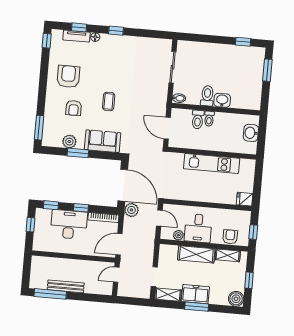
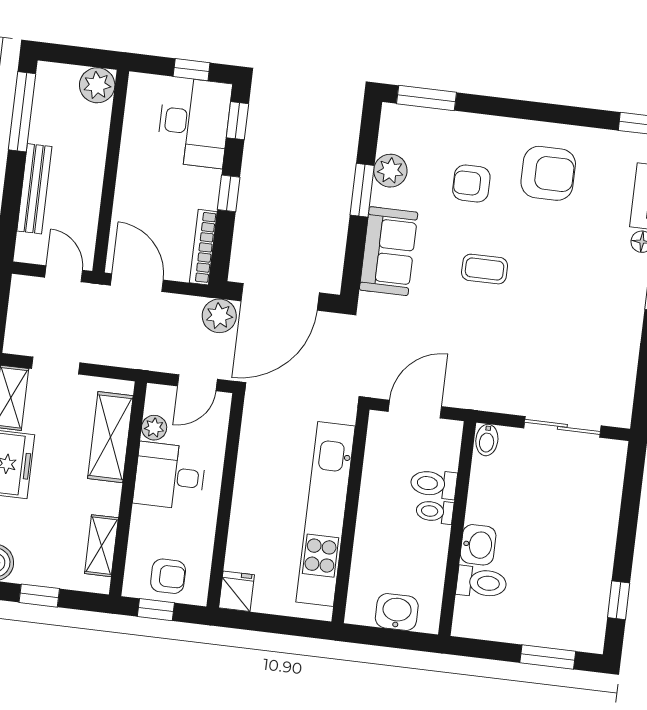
toilet: (207, 96) -> (482, 582), moved
kitchen unit: (212, 164) -> (326, 514), width x1.36
desk: (69, 224) -> (194, 122), moved
armchair: (230, 237) -> (168, 576), moved
shelving: (196, 254) -> (110, 437), moved
plant: (38, 263) -> (97, 85), added
bench: (66, 286) -> (34, 189), moved

